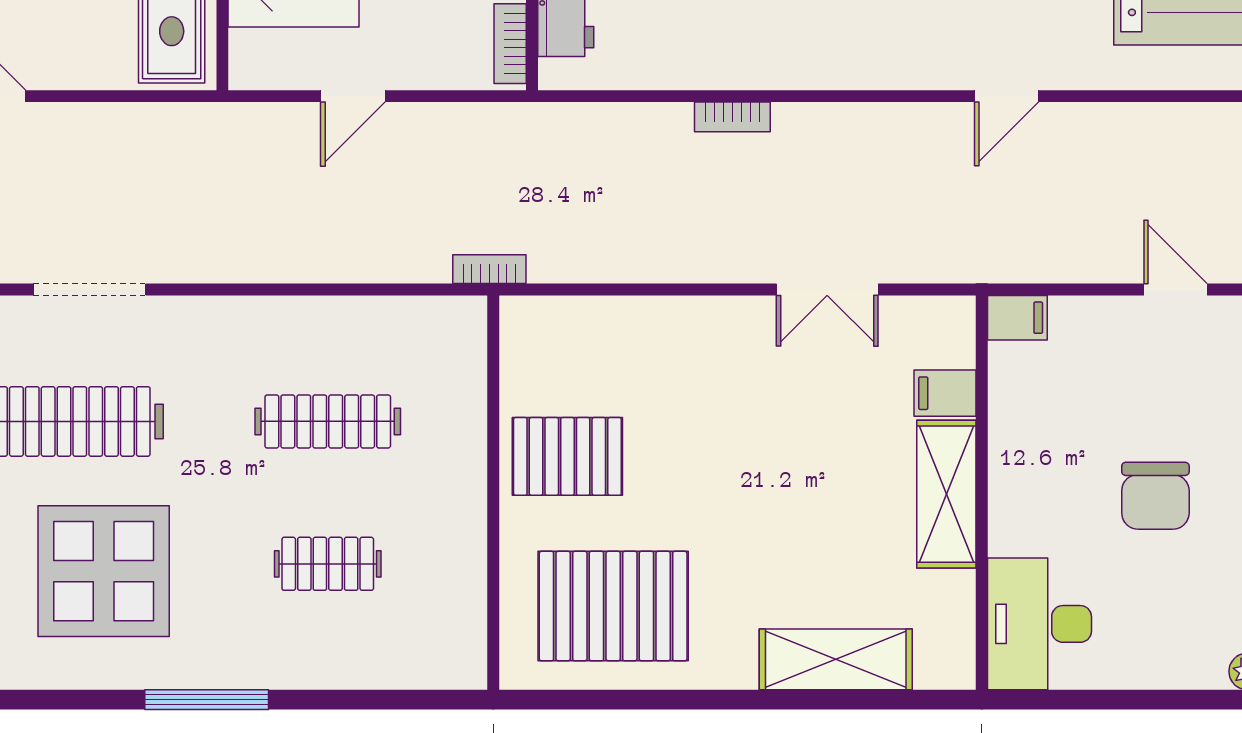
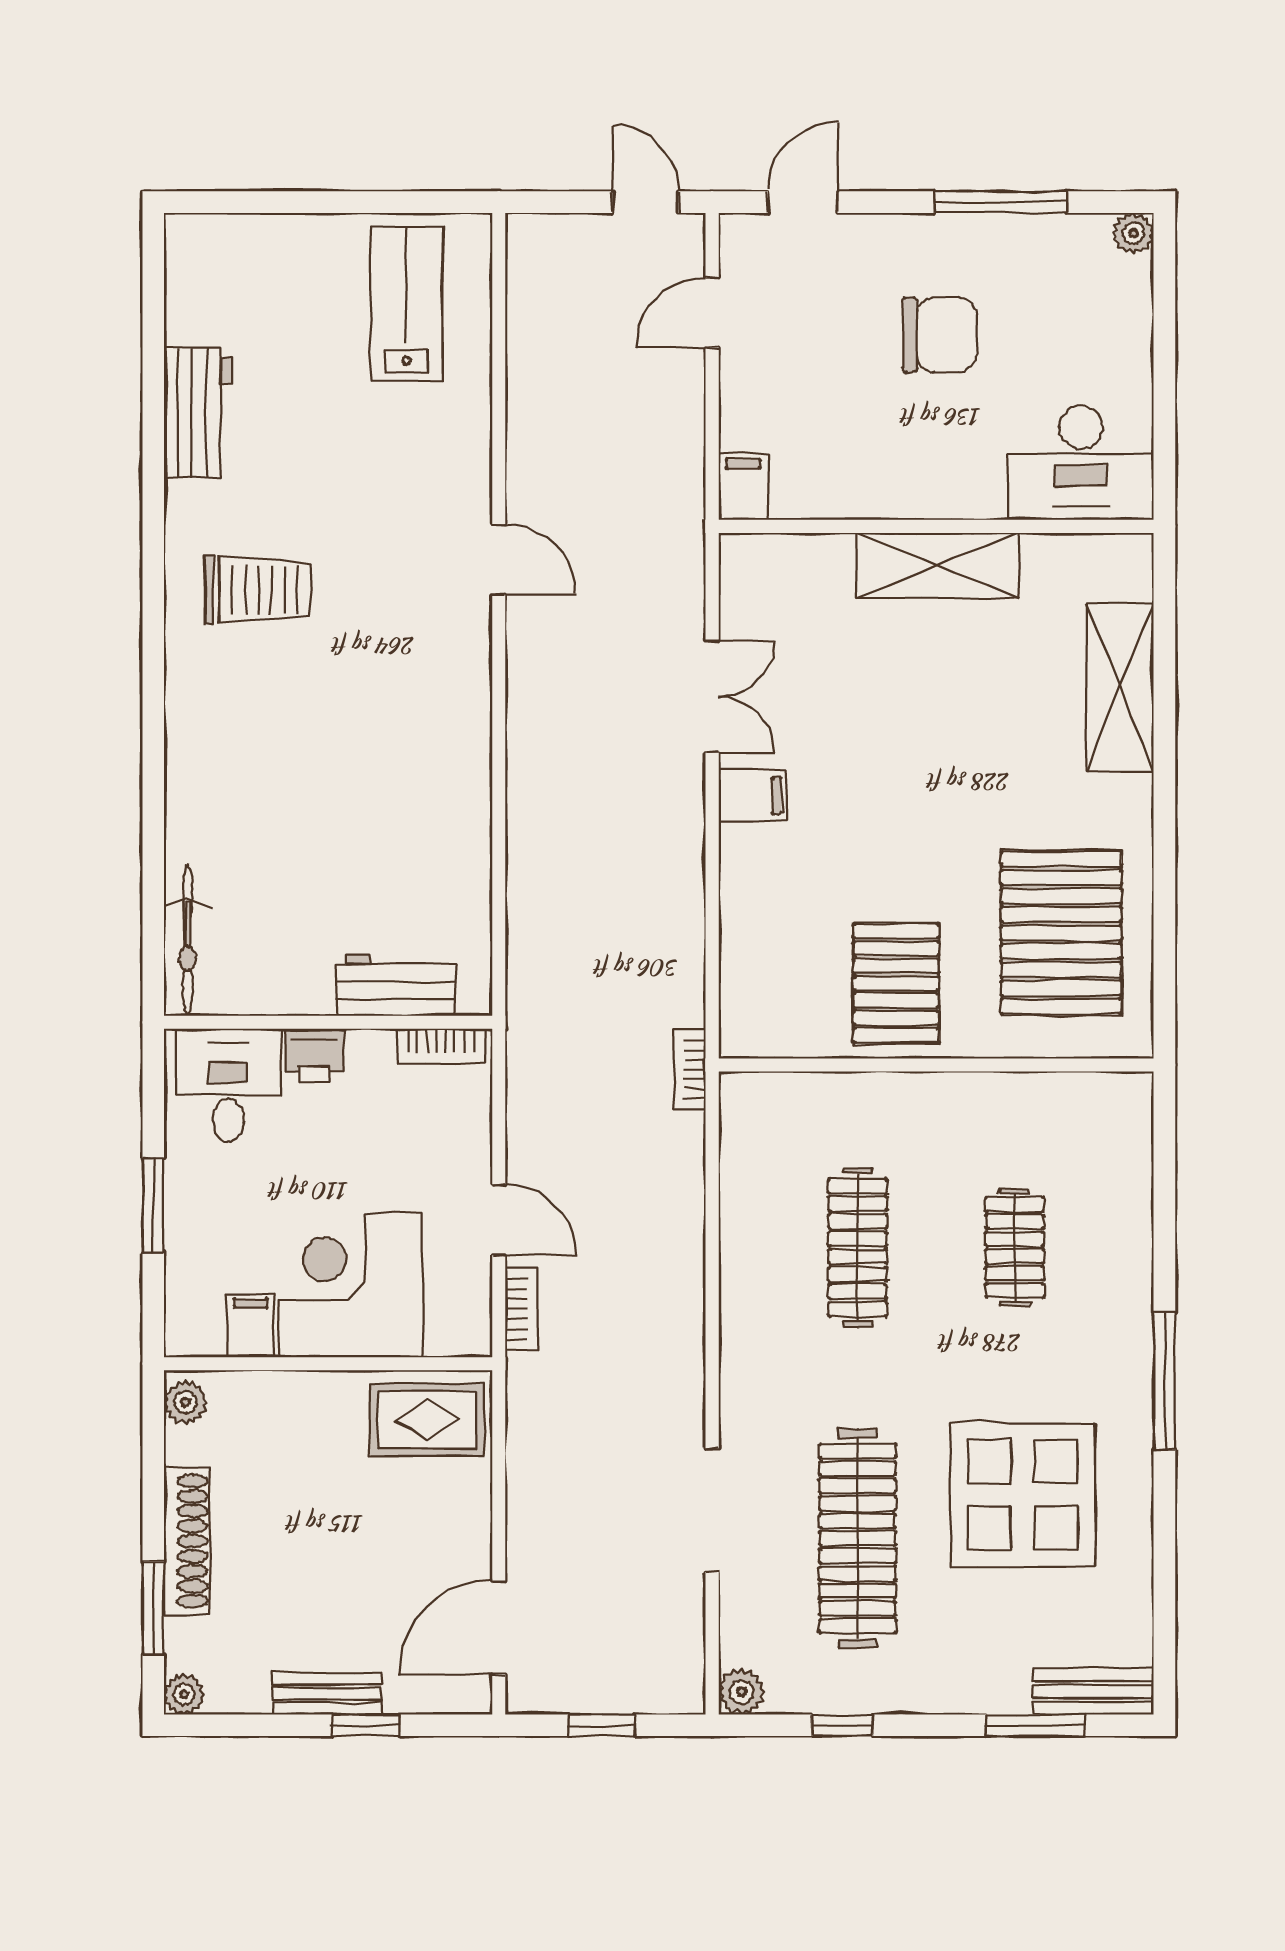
door: (1007, 96) -> (499, 560), moved
bookcase: (732, 117) -> (522, 1309), moved
filing cabinet: (945, 393) -> (753, 796), moved, turned -90

